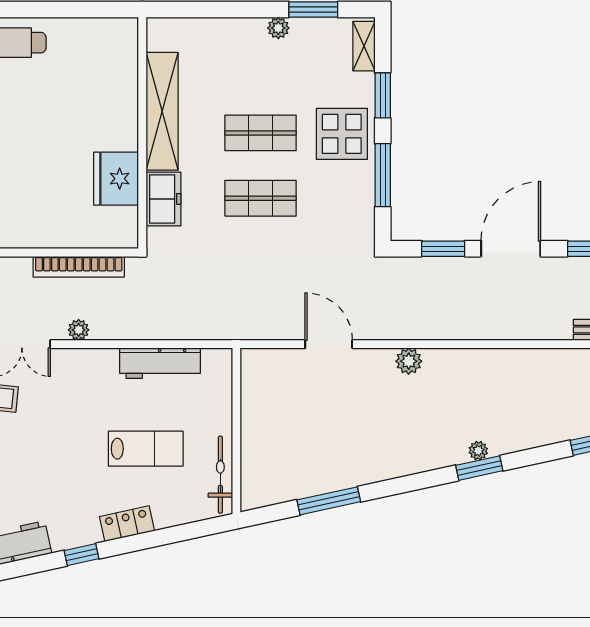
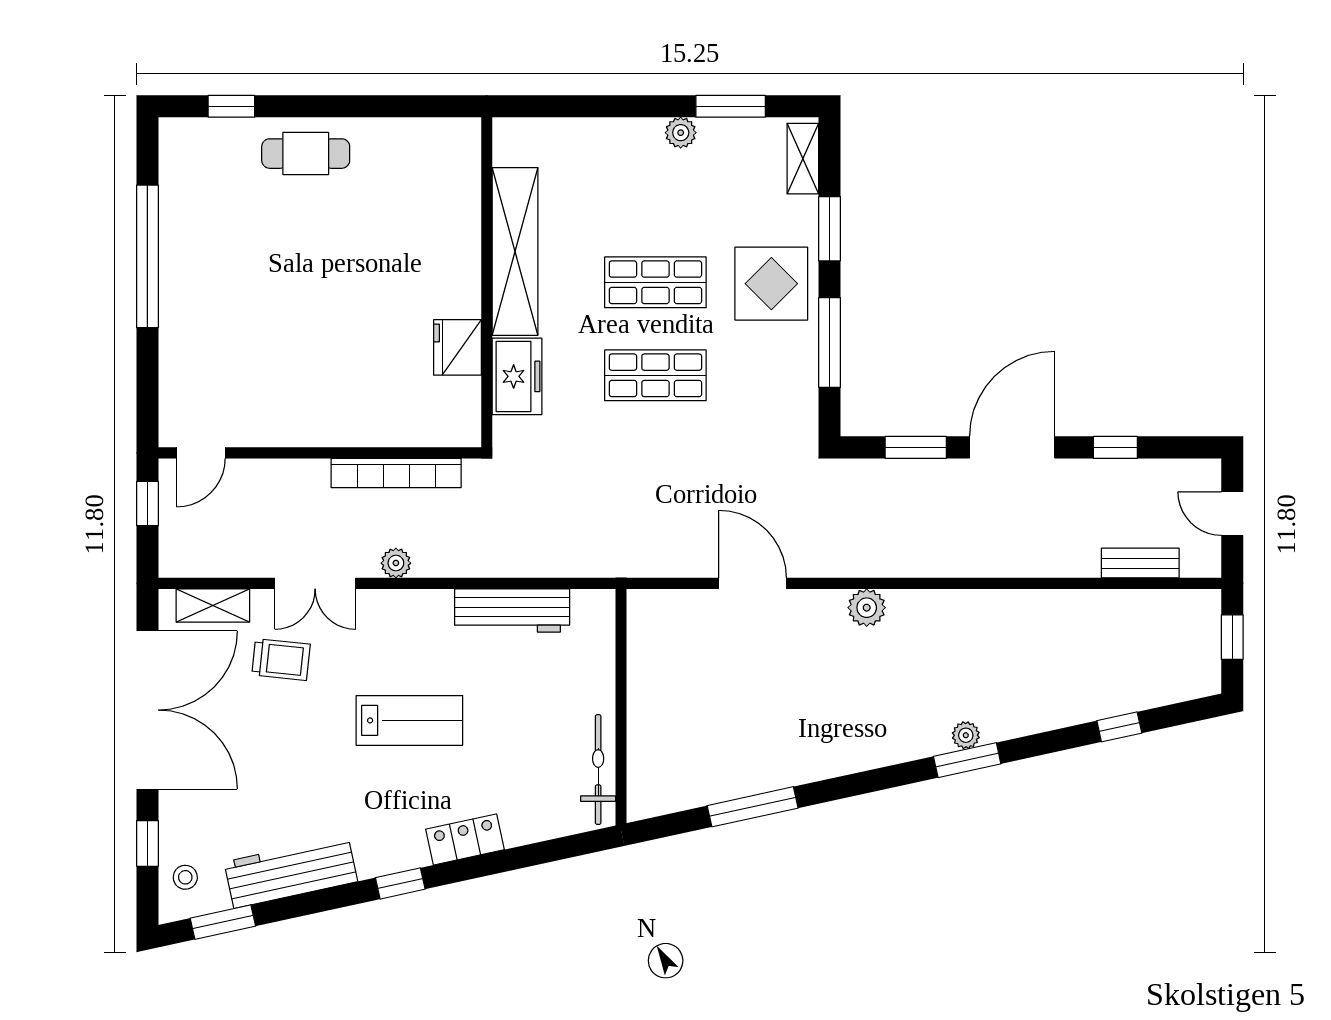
fridge: (116, 179) -> (457, 347), width x0.73, depth x0.75
lab bench: (146, 449) -> (409, 720), moved

